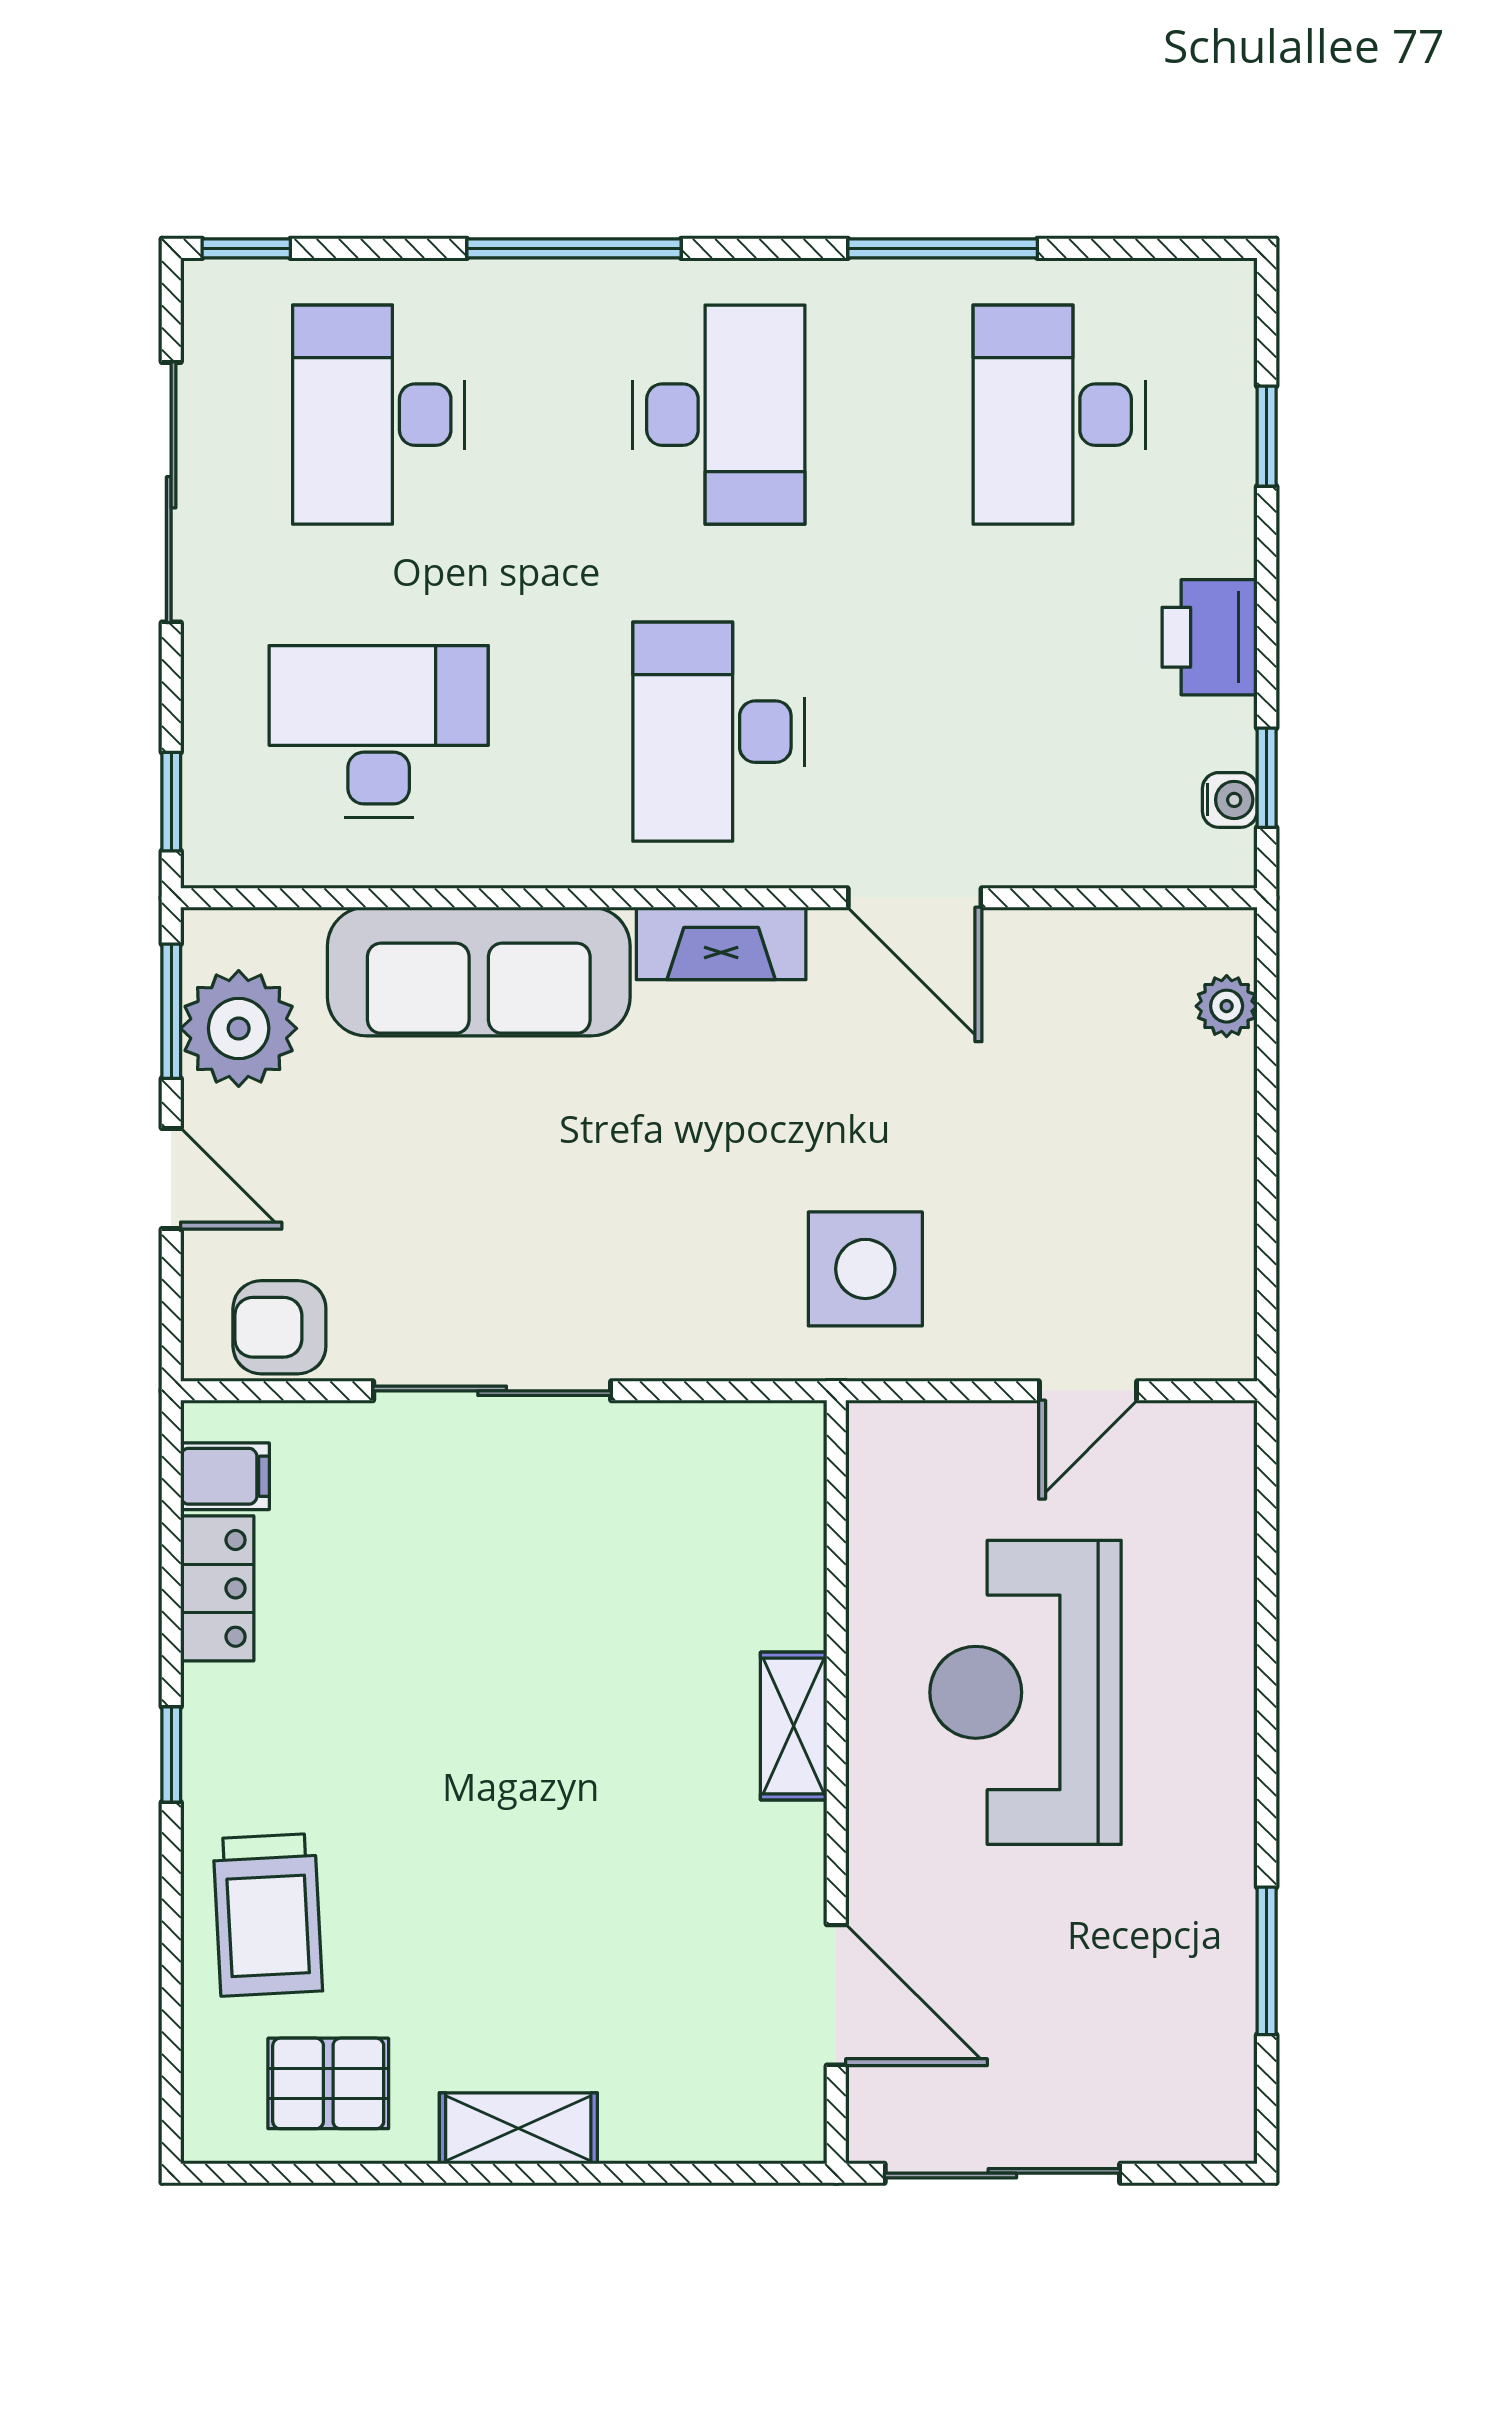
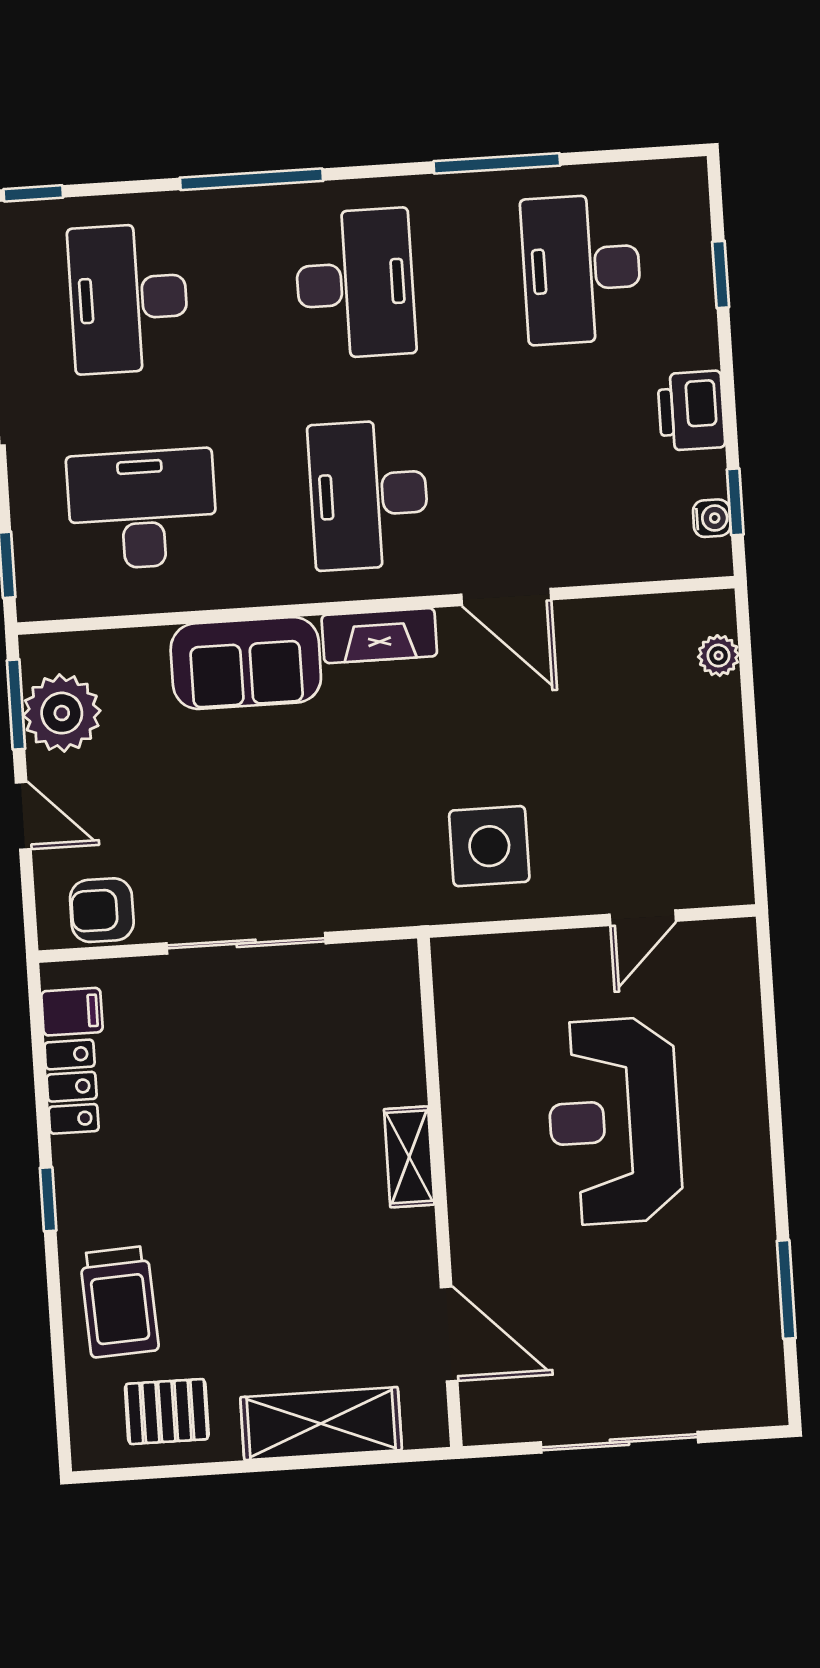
sofa: (479, 972) -> (246, 663), width x0.73
shelving: (794, 1726) -> (409, 1157), moved
wall: (836, 1782) -> (440, 1192), moved
door: (836, 1995) -> (449, 1334), moved
shelving: (518, 2128) -> (321, 1424), width x1.50, depth x1.33

